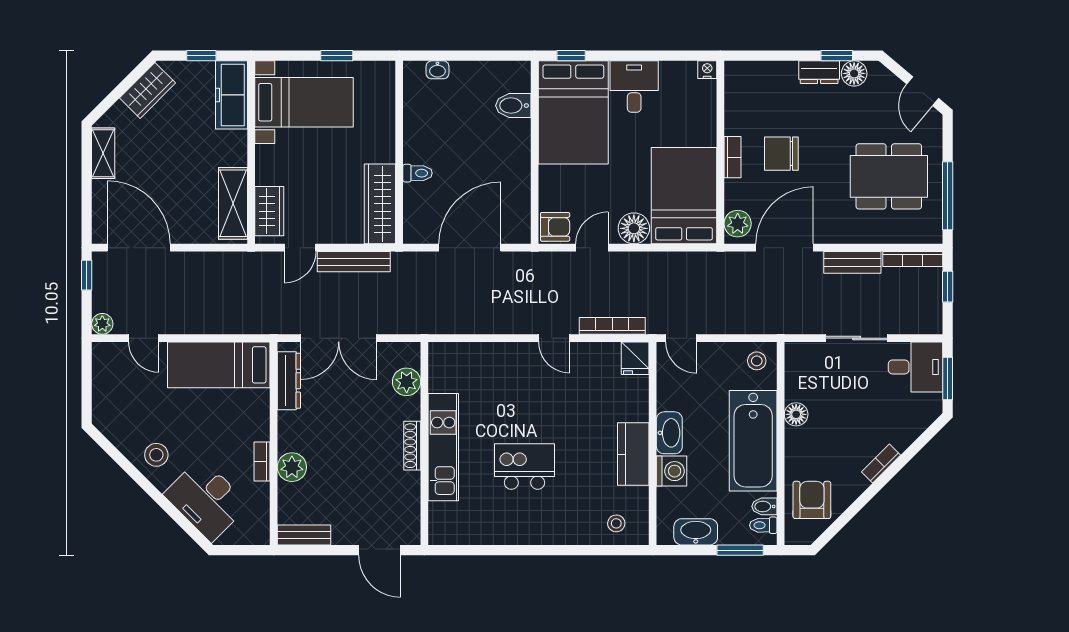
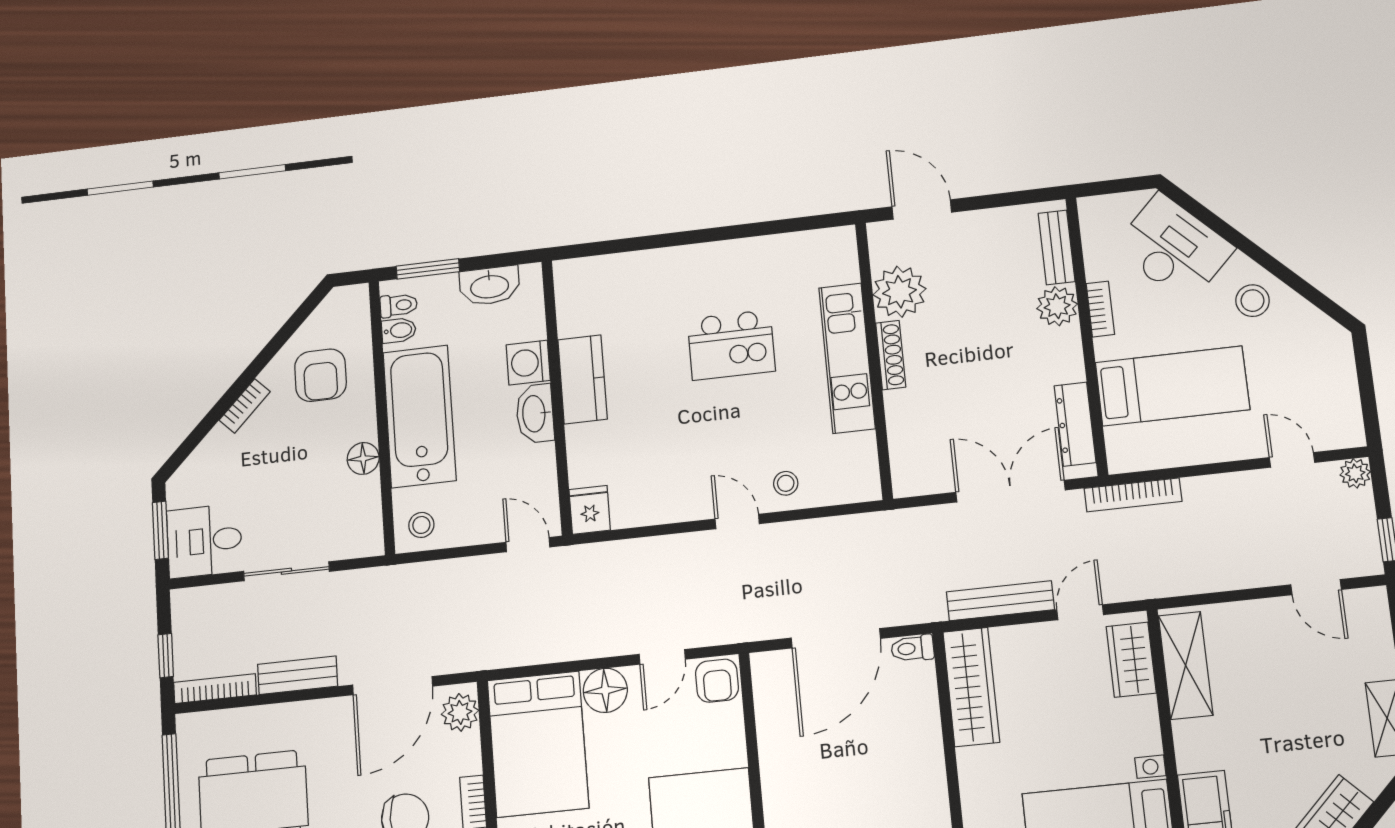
toilet: (418, 173) -> (912, 648), moved
armchair: (555, 227) -> (717, 681), turned -90
door: (139, 248) -> (1316, 587), width x0.53
bookcase: (612, 326) -> (1133, 495), moved
door: (554, 338) -> (737, 521), moved
bed: (219, 365) -> (1172, 386), moved
plant: (407, 382) -> (899, 292), moved, width x1.36, depth x1.36
armchair: (812, 500) -> (320, 375), moved
stool: (616, 523) -> (786, 483), moved
bench: (304, 535) -> (1057, 247), moved, turned 90

